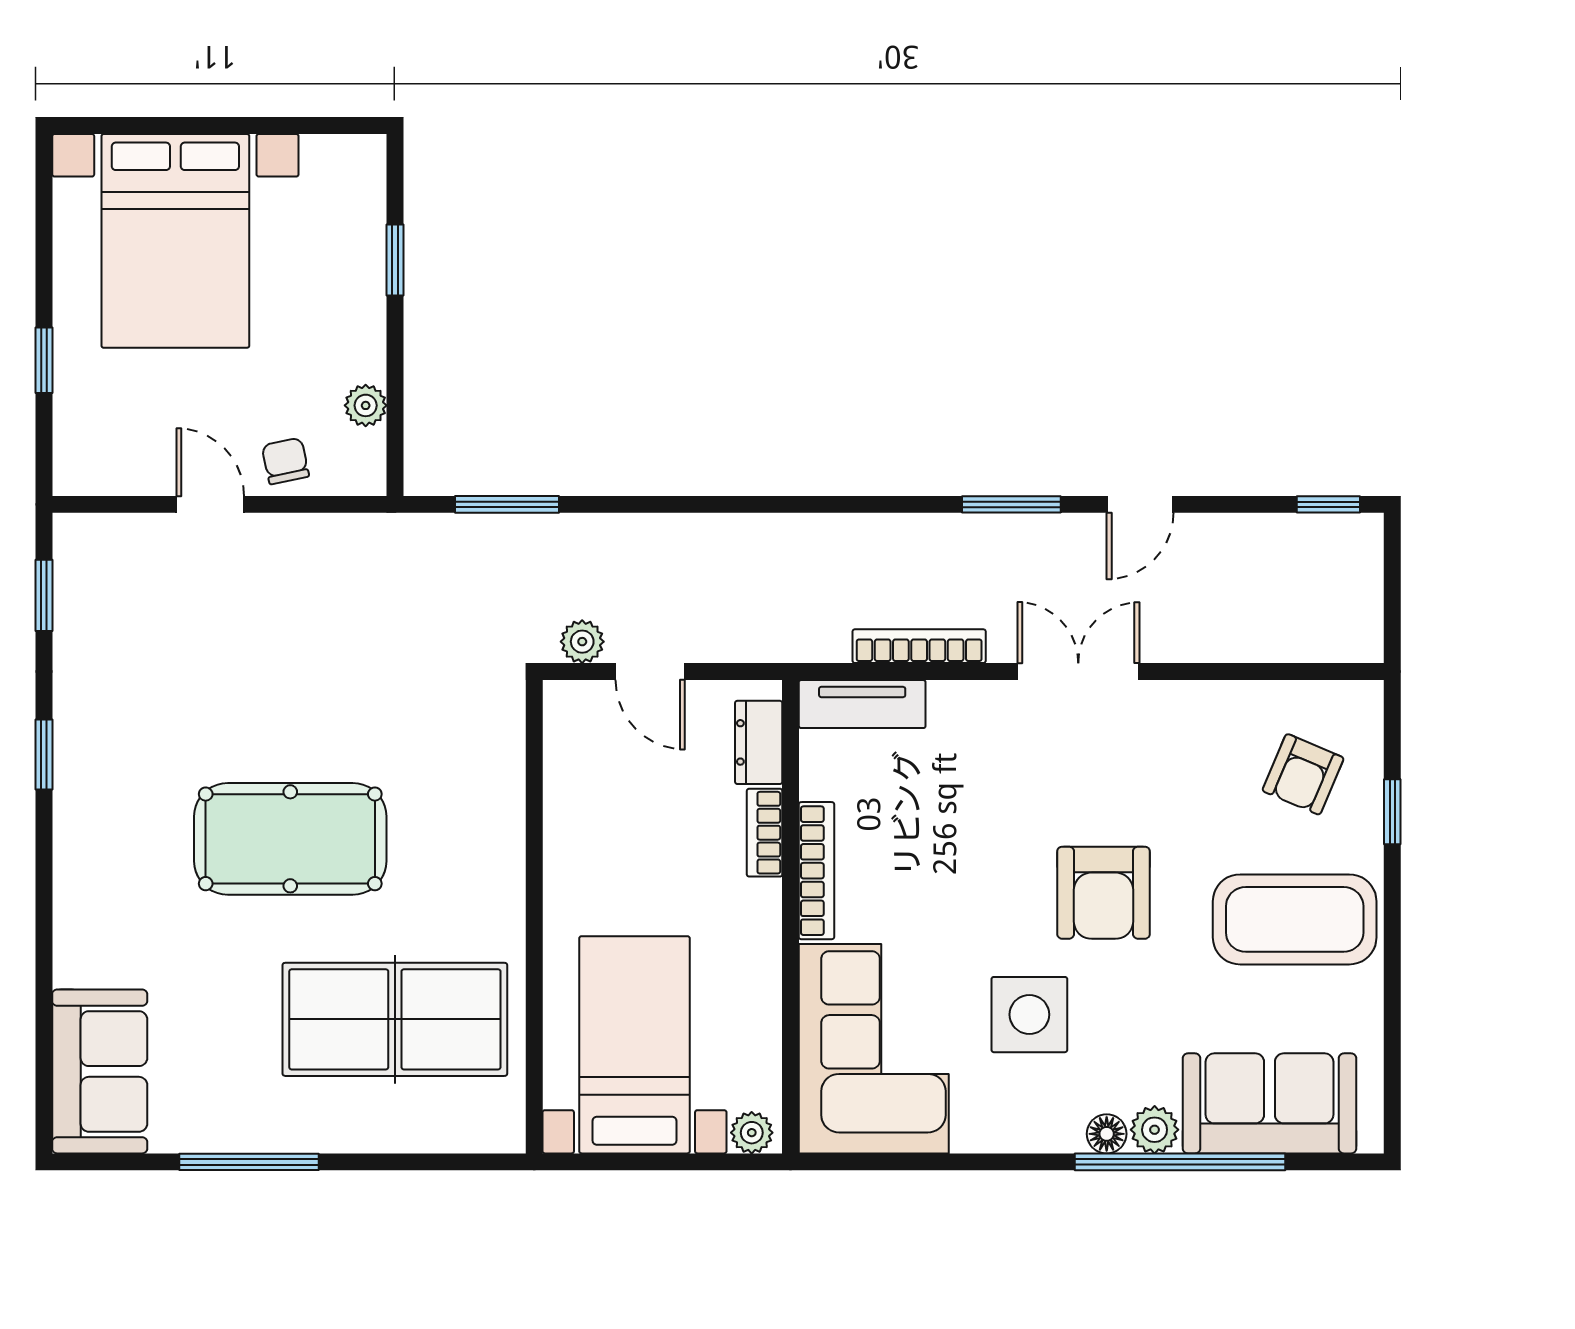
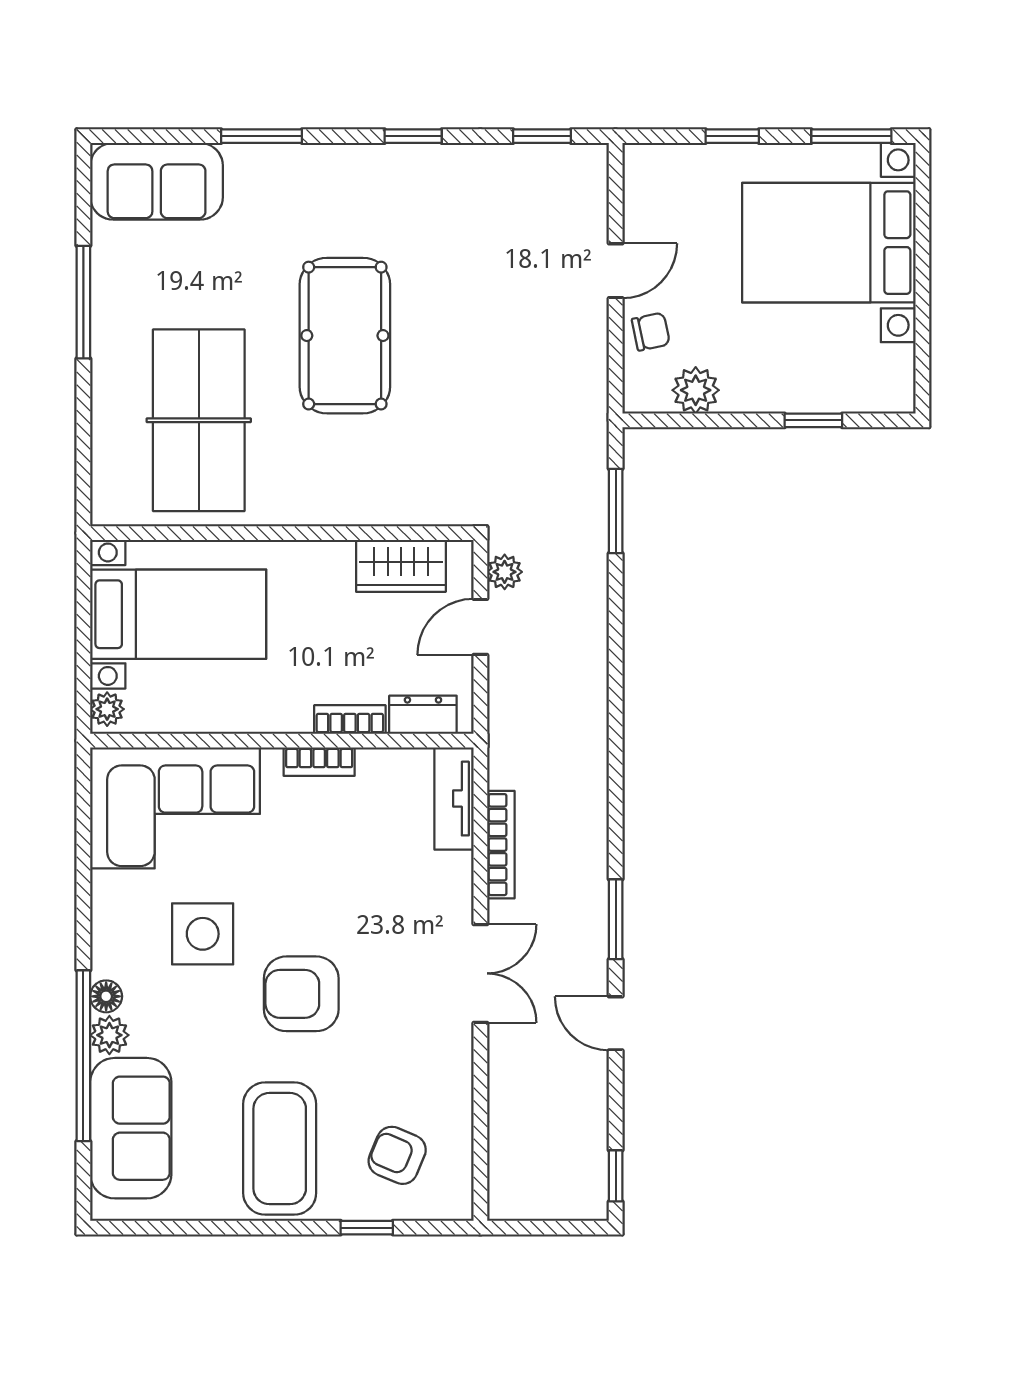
window: (44, 213) -> (851, 136), added
plant: (366, 405) -> (696, 390), width x1.38, depth x1.38
wardrobe: (575, 770) -> (401, 566), added
bookcase: (817, 871) -> (319, 762), width x0.64
window: (44, 942) -> (261, 136), added

